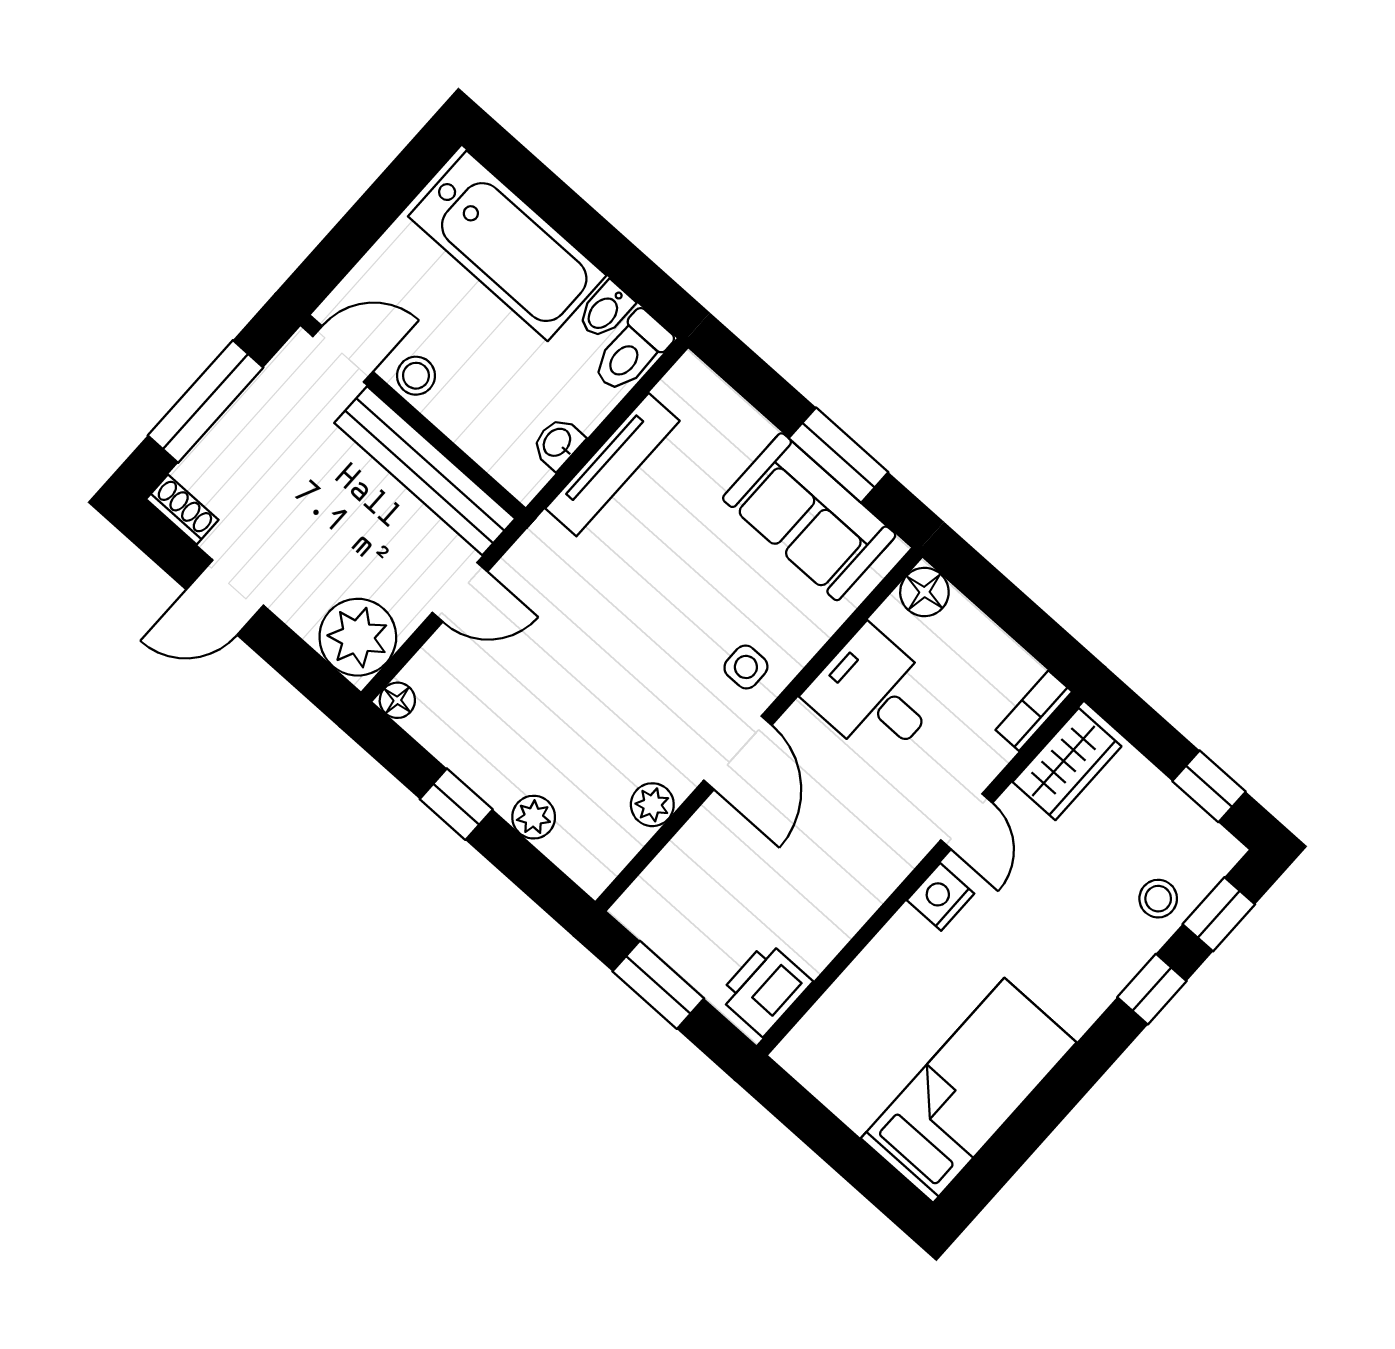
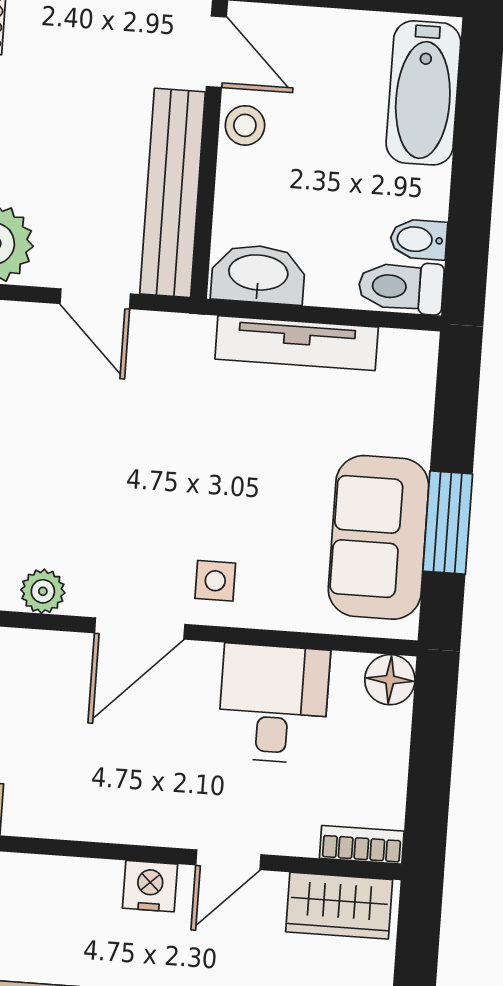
bathtub: (507, 246) -> (423, 93), width x0.73, depth x0.73
washbasin: (558, 443) -> (258, 274), width x1.91, depth x1.45

